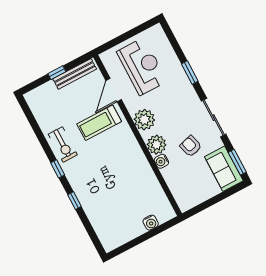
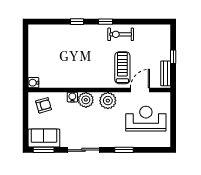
reception desk: (142, 66) -> (146, 119), turned 180
bench: (75, 74) -> (166, 73), width x0.73
door: (114, 90) -> (140, 90), hinge flipped
armchair: (191, 146) -> (44, 105), moved
water cooler: (151, 223) -> (33, 83), moved

